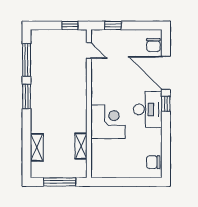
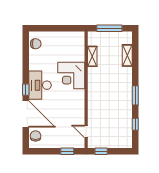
window: (27, 60) -> (135, 124), width x0.46

